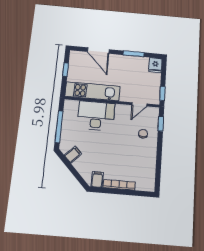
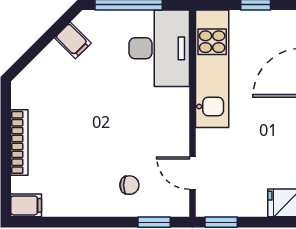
desk: (96, 116) -> (159, 48), moved
filing cabinet: (97, 180) -> (26, 205), moved

